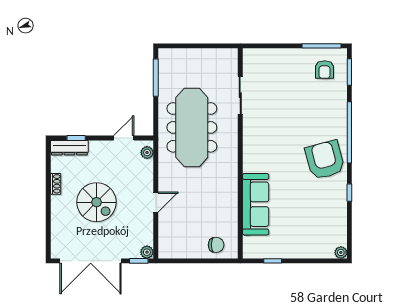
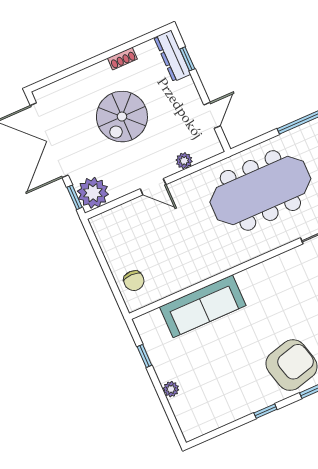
door: (124, 138) -> (212, 115), hinge flipped
plant: (147, 153) -> (184, 161), moved
plant: (147, 252) -> (93, 193), width x1.88, depth x1.88
plant: (341, 252) -> (171, 389), moved

